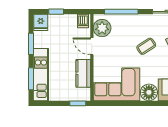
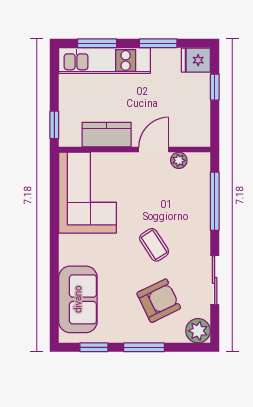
dishwasher: (83, 21) -> (198, 134), removed
plant: (102, 28) -> (179, 160), width x0.53, depth x0.53
floor lamp: (149, 92) -> (73, 250), removed

